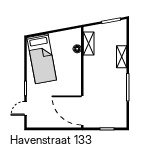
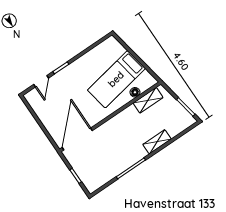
bed: (42, 59) -> (116, 79), moved
door: (26, 108) -> (41, 81), swing flipped

